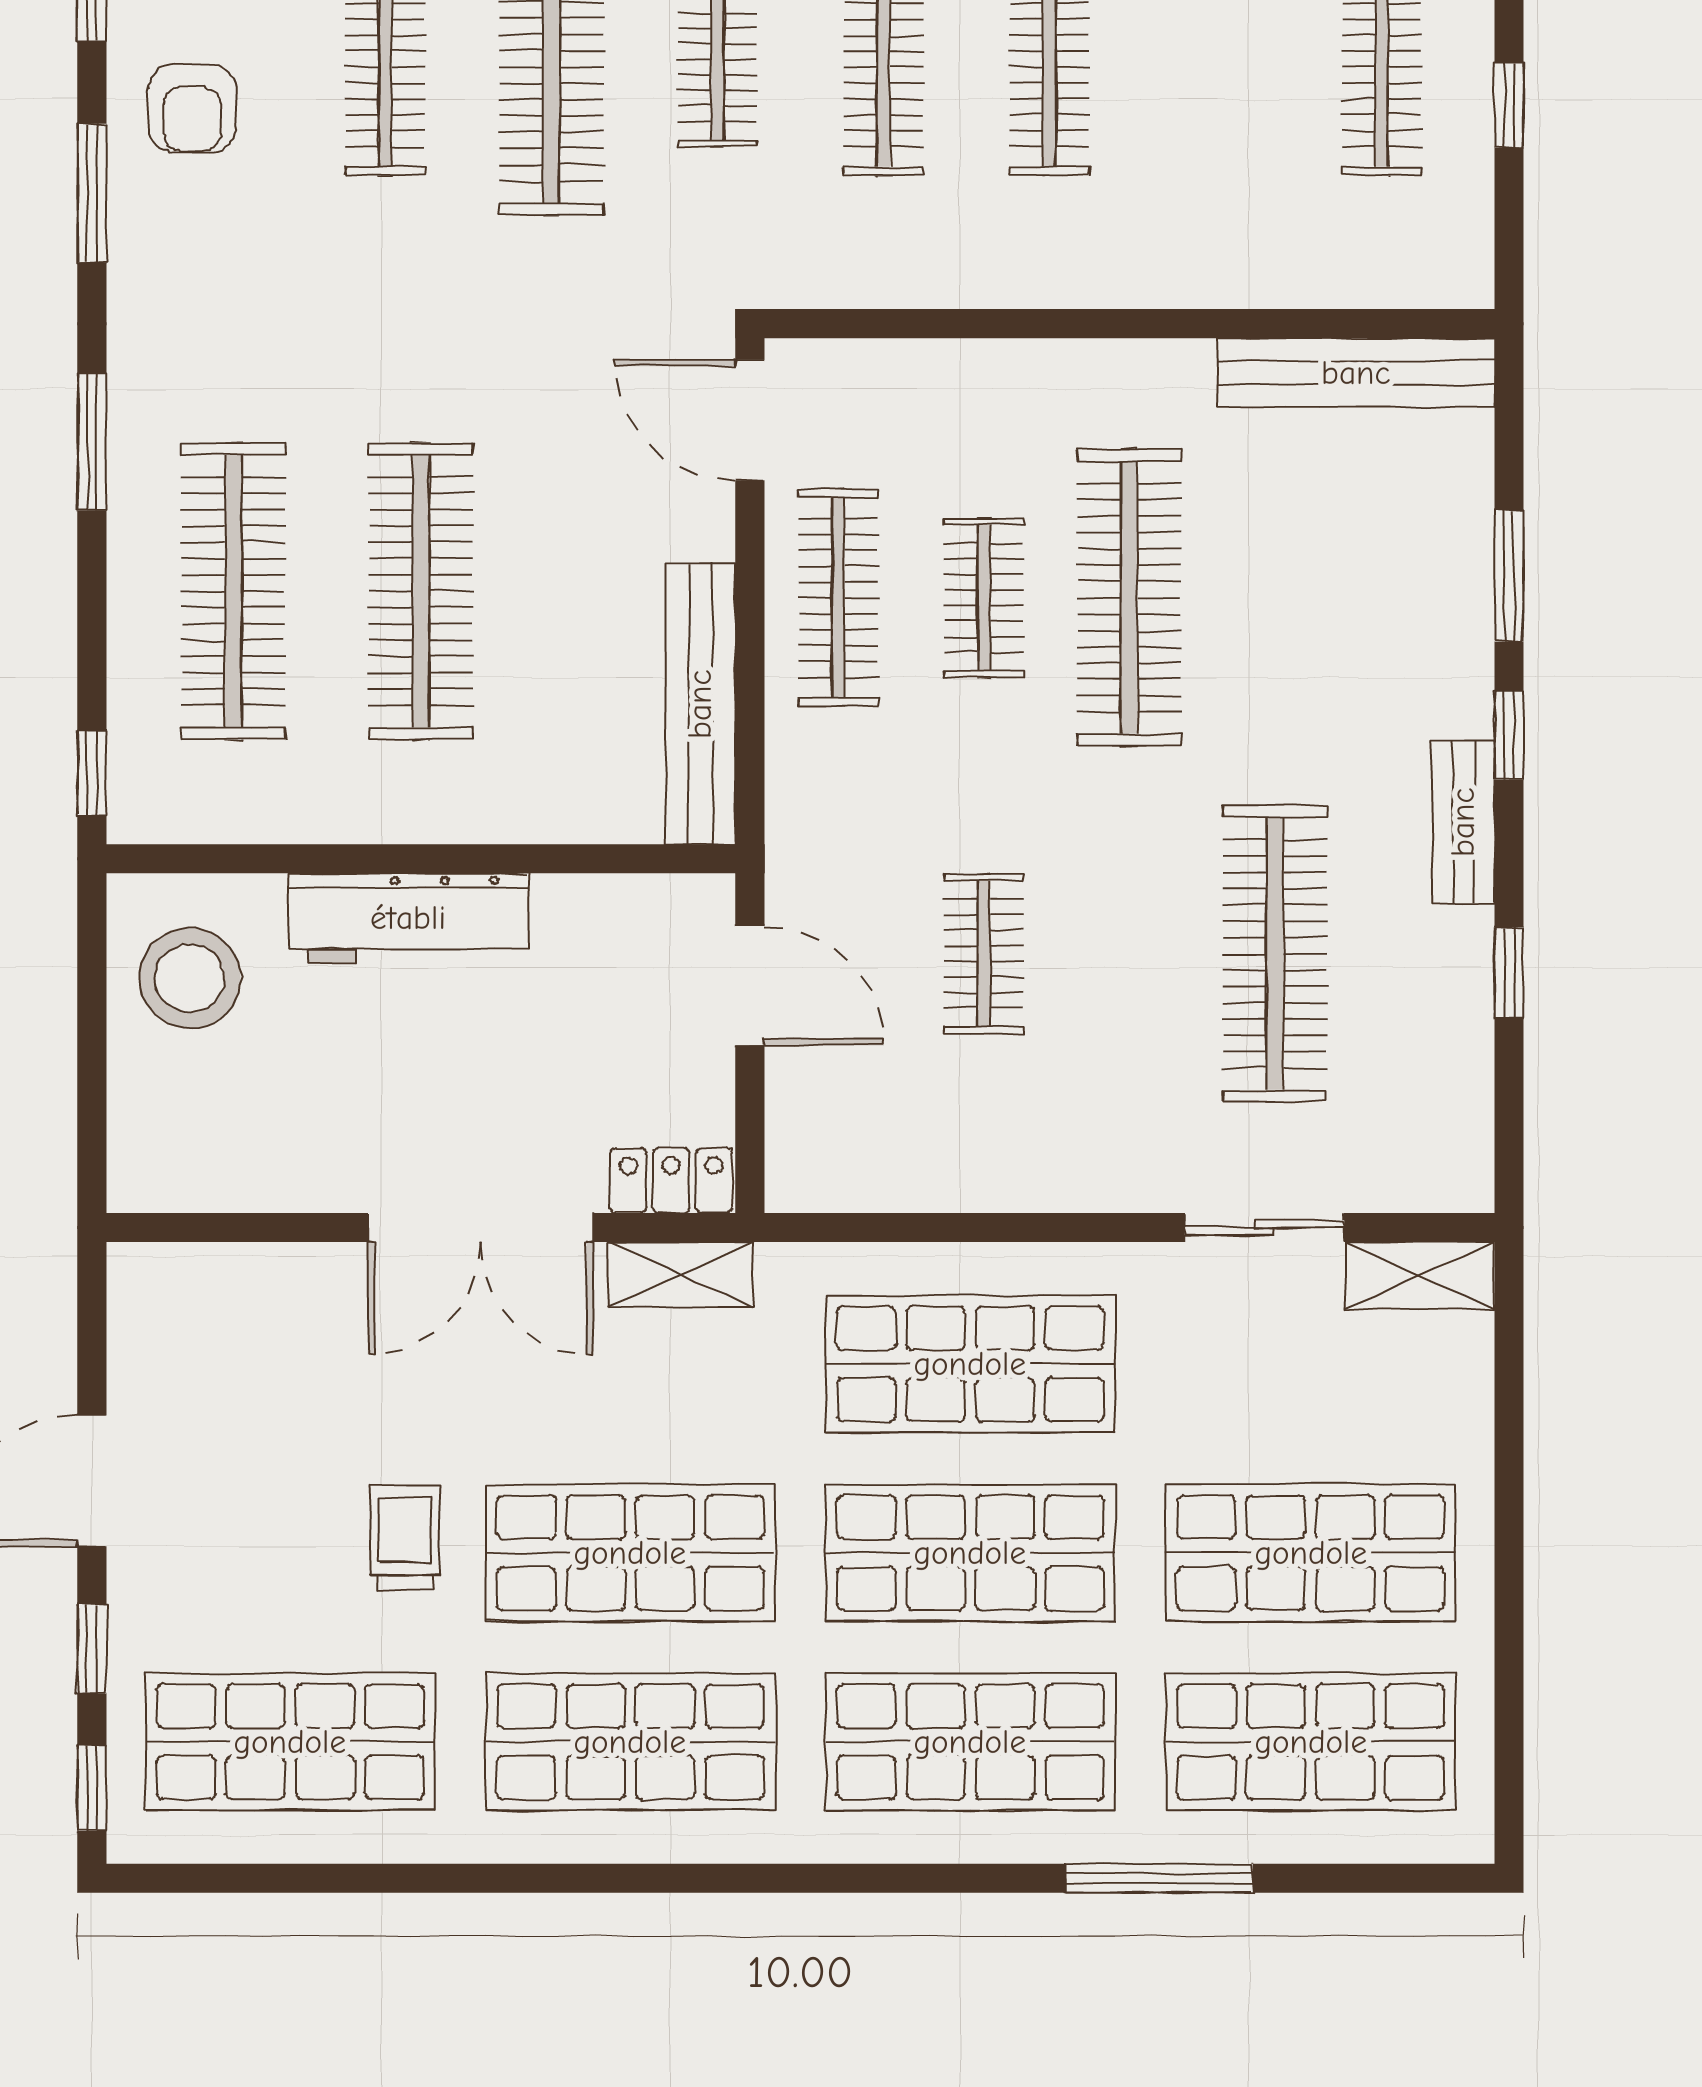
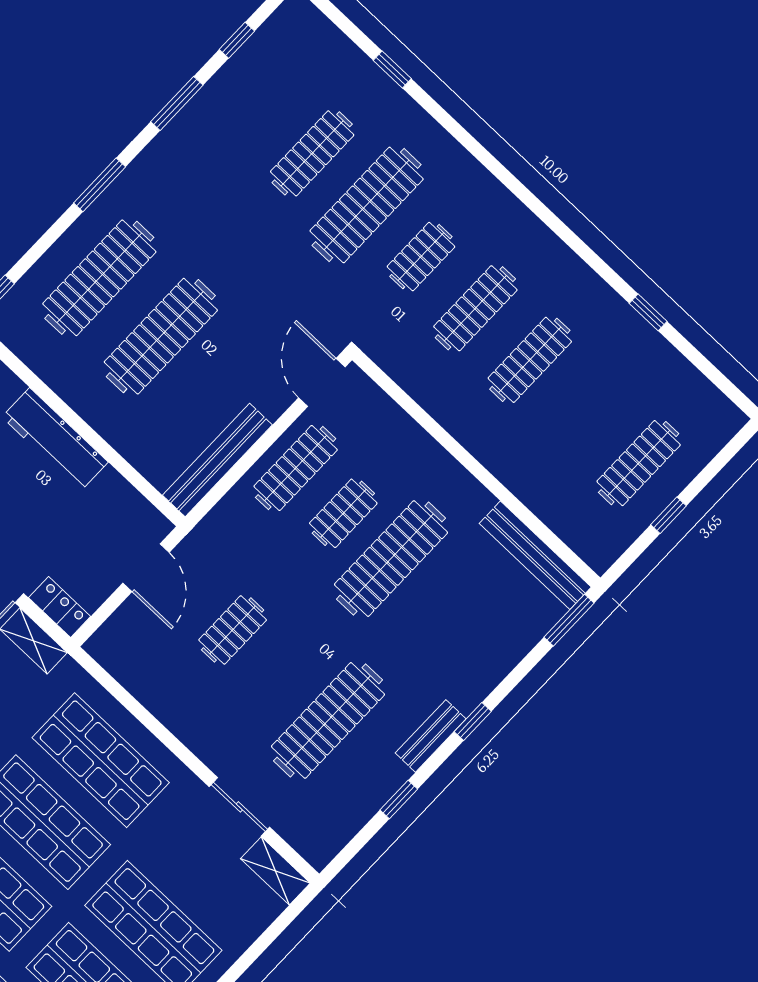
armchair: (192, 108) -> (236, 107), removed
window: (1509, 576) -> (569, 620), moved

